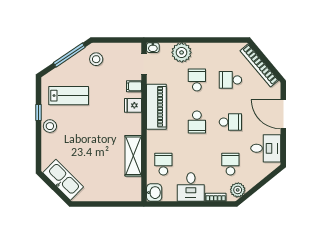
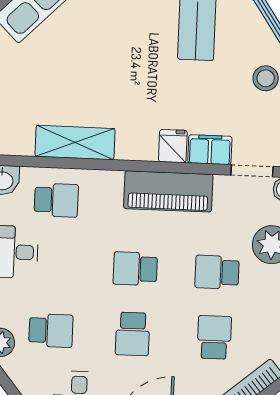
school desk: (197, 80) -> (217, 272), turned 180
filing cabinet: (134, 86) -> (210, 150), width x2.00

